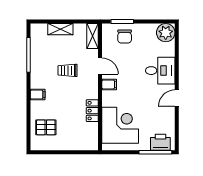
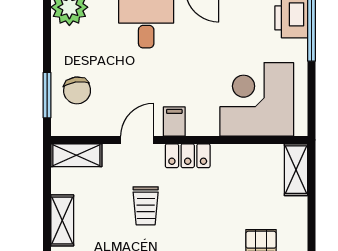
chair: (125, 36) -> (77, 90), turned 82
locker: (92, 111) -> (188, 156), moved
shelving: (85, 145) -> (296, 170), added

